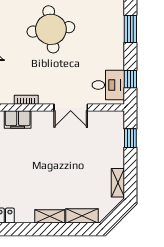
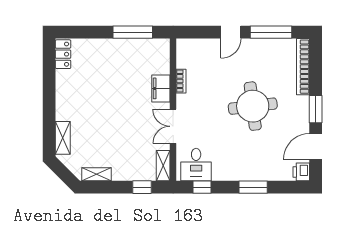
filing cabinet: (18, 119) -> (161, 88), moved
shelving: (50, 216) -> (163, 166), moved

